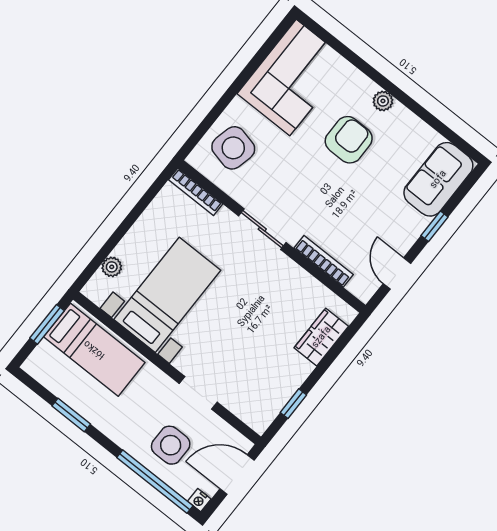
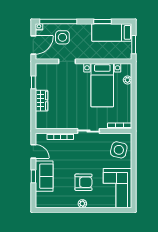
armchair: (349, 140) -> (83, 182), turned -90
sofa: (438, 179) -> (44, 176), moved
wardrobe: (321, 337) -> (41, 101), moved
bed: (94, 350) -> (112, 32), moved

